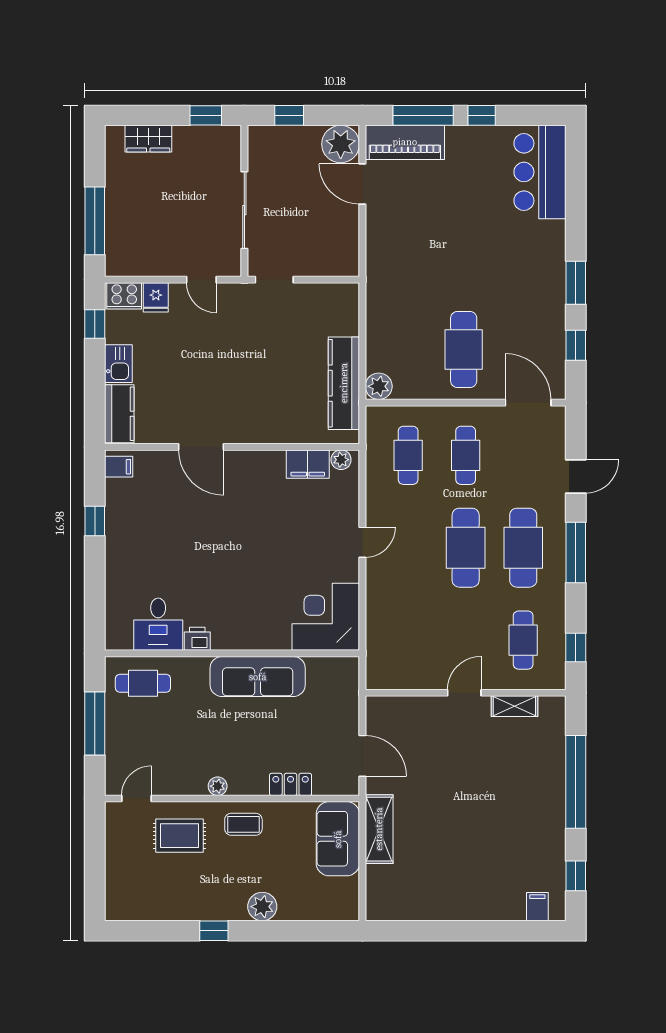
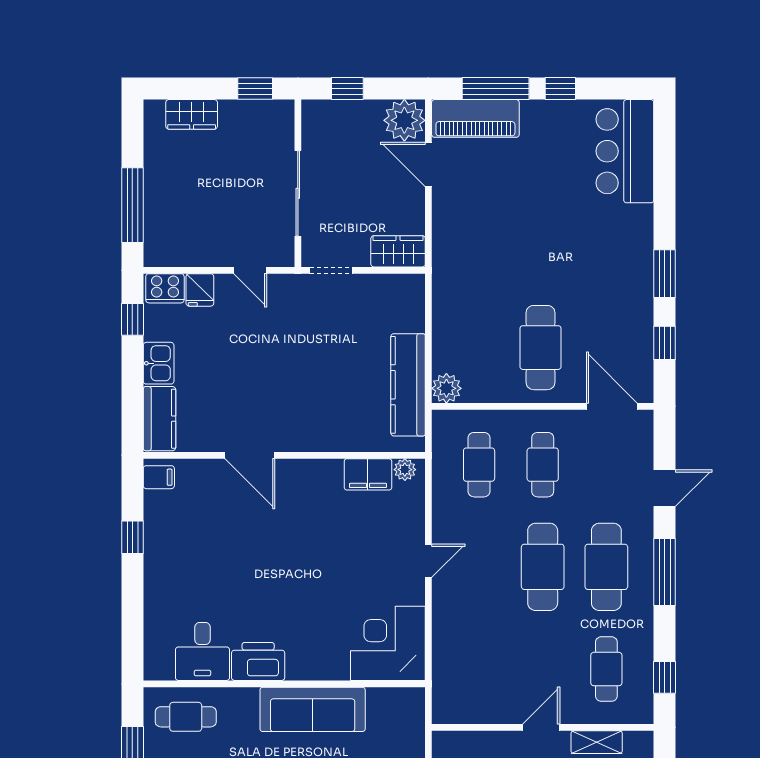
wardrobe: (335, 262) -> (398, 251), added
printer: (197, 639) -> (258, 662), width x1.87, depth x1.48

